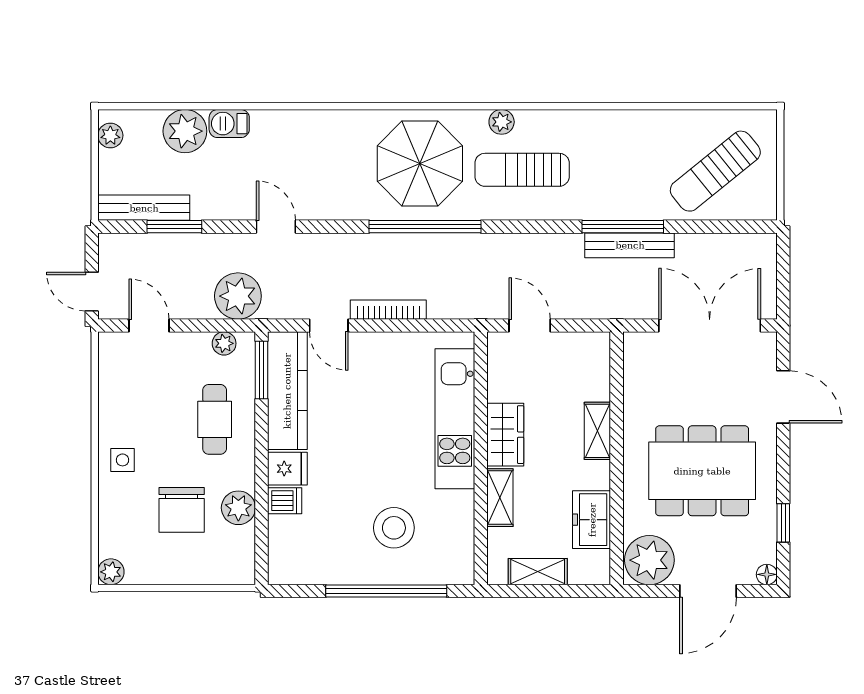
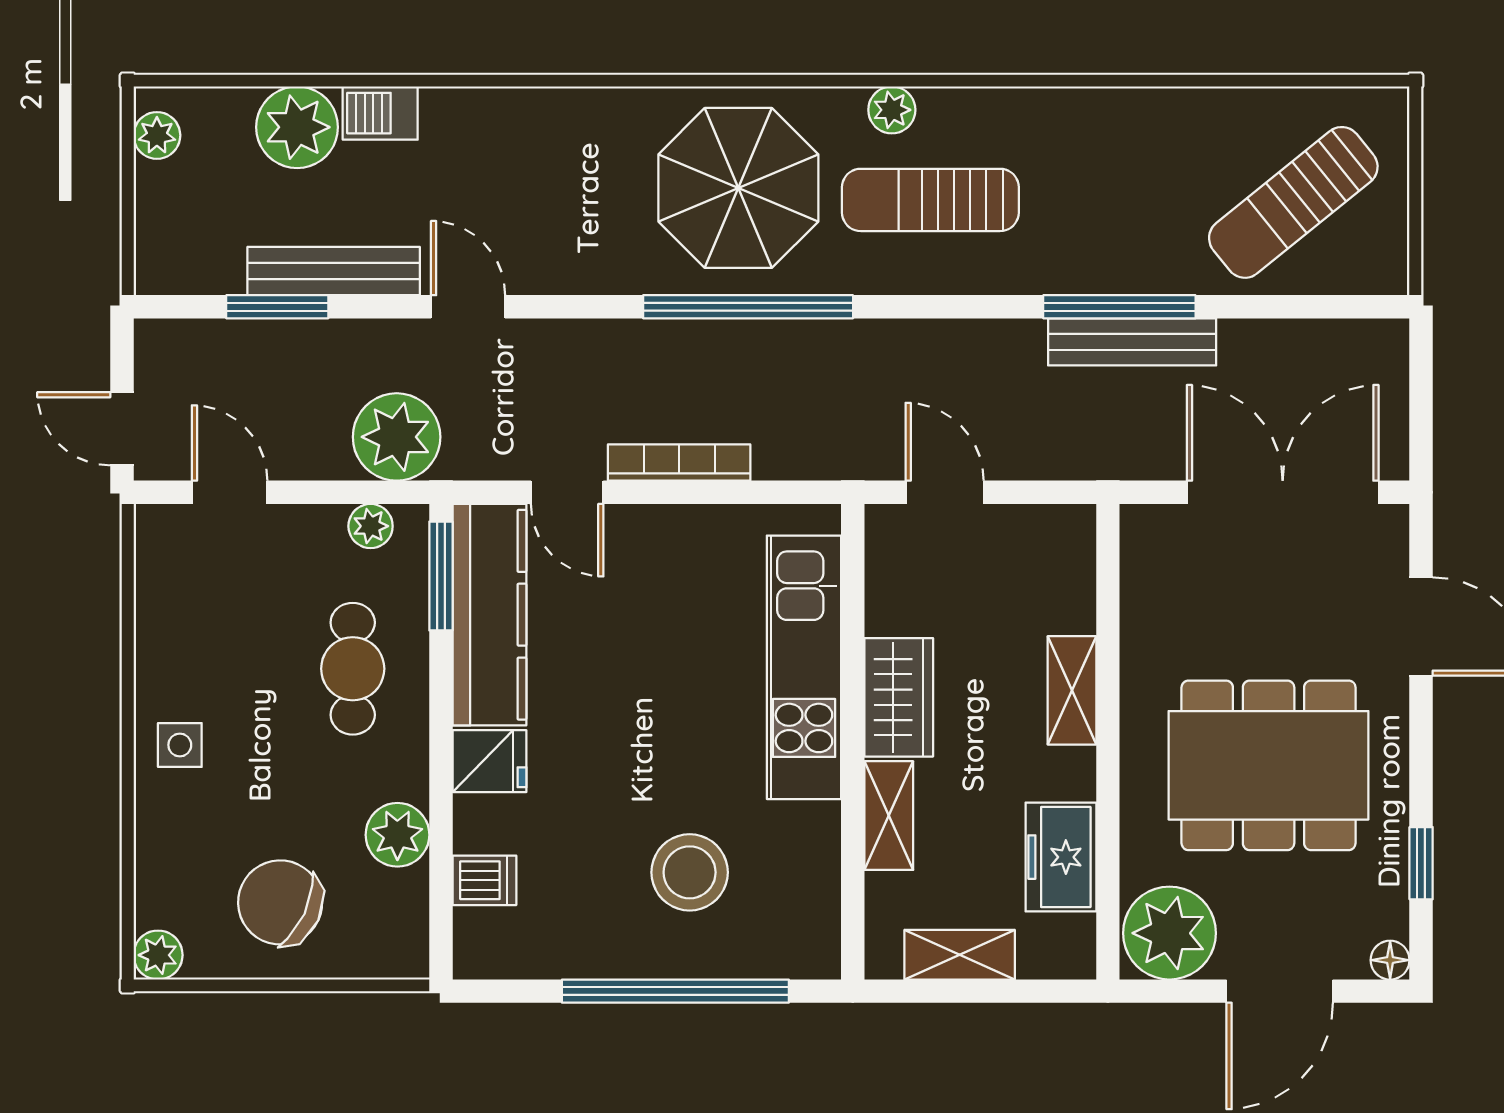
bench: (144, 208) -> (334, 271), moved
dishwasher: (285, 501) -> (484, 880), moved
chair: (182, 510) -> (280, 902), moved, turned 115

